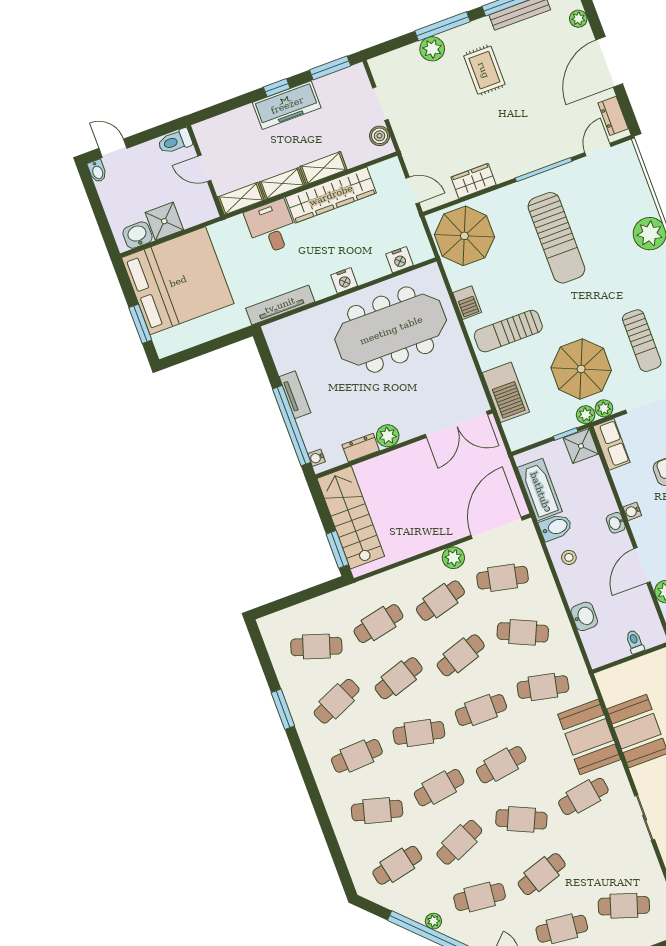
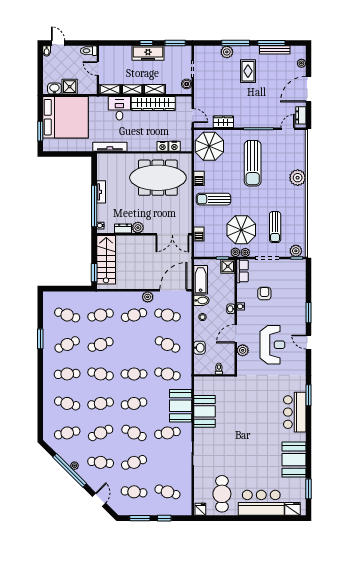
nightstand: (344, 280) -> (162, 146), moved
barbecue: (506, 392) -> (199, 234), width x0.53, depth x0.65
cafe table: (461, 655) -> (134, 344), removed

